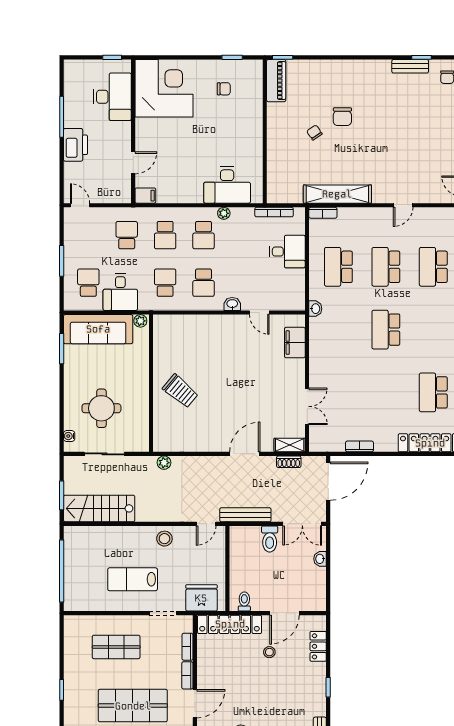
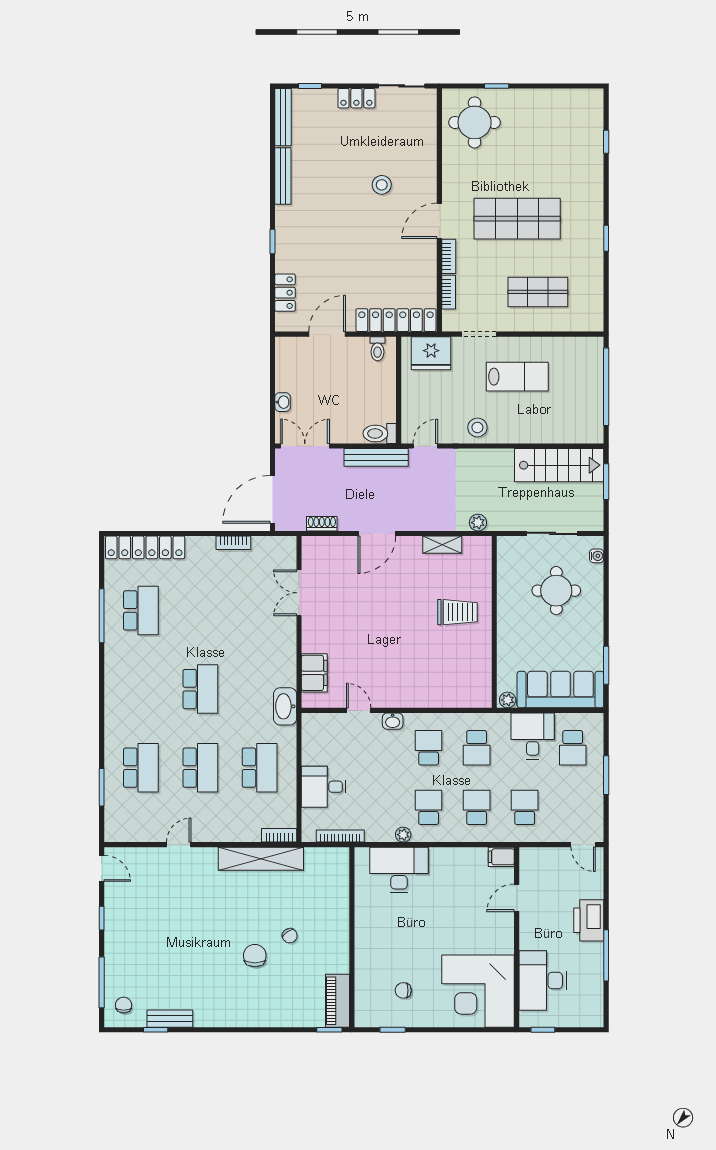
school desk: (127, 235) -> (525, 807), turned 180
washbasin: (315, 309) -> (285, 706), width x1.91, depth x1.45
trolley: (180, 391) -> (457, 612), turned 140
shelving: (290, 445) -> (442, 545), moved
toilet: (270, 539) -> (380, 433), moved, turned -90
stool: (269, 652) -> (346, 285), removed

